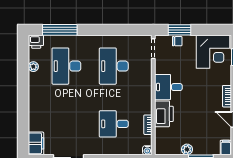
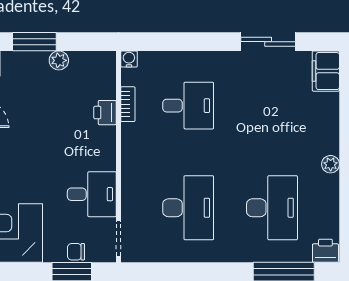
plant: (33, 67) -> (331, 164), moved
desk: (168, 87) -> (92, 194), moved
printer: (164, 114) -> (105, 113), width x0.53, depth x0.68

